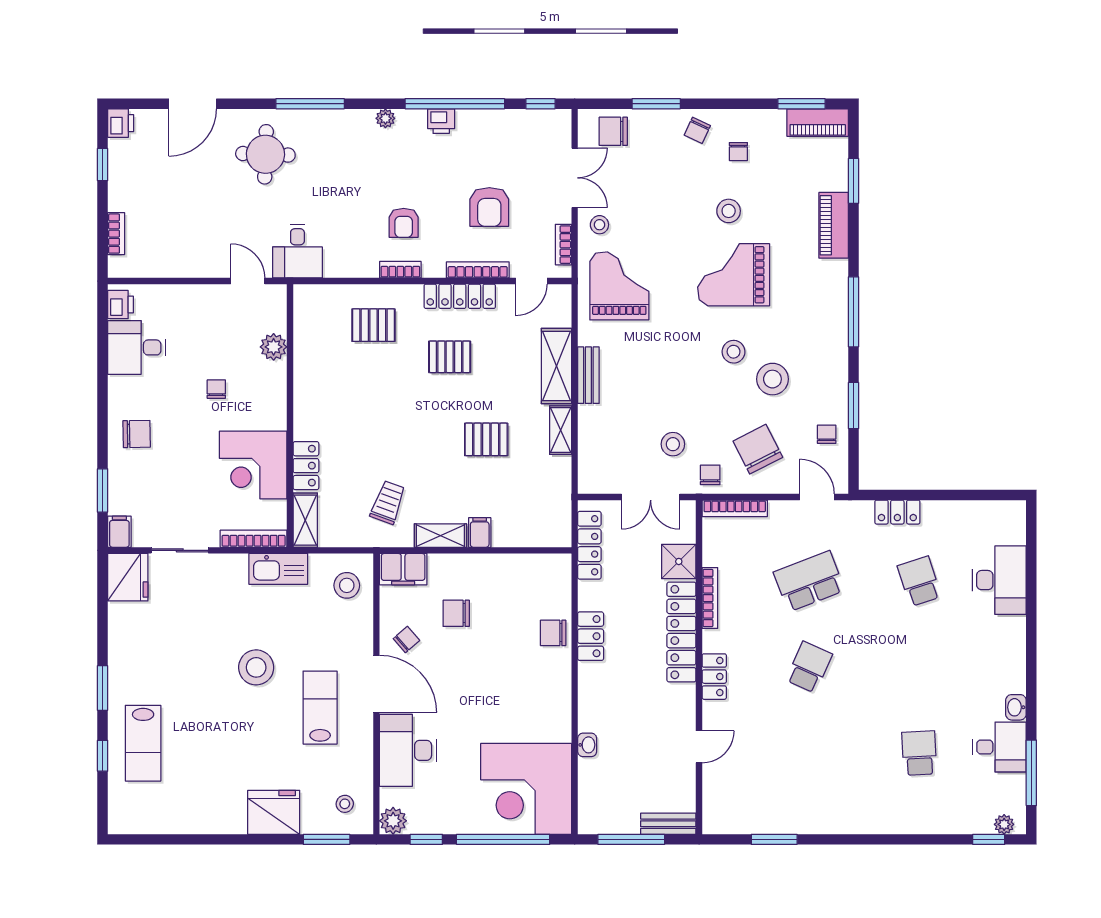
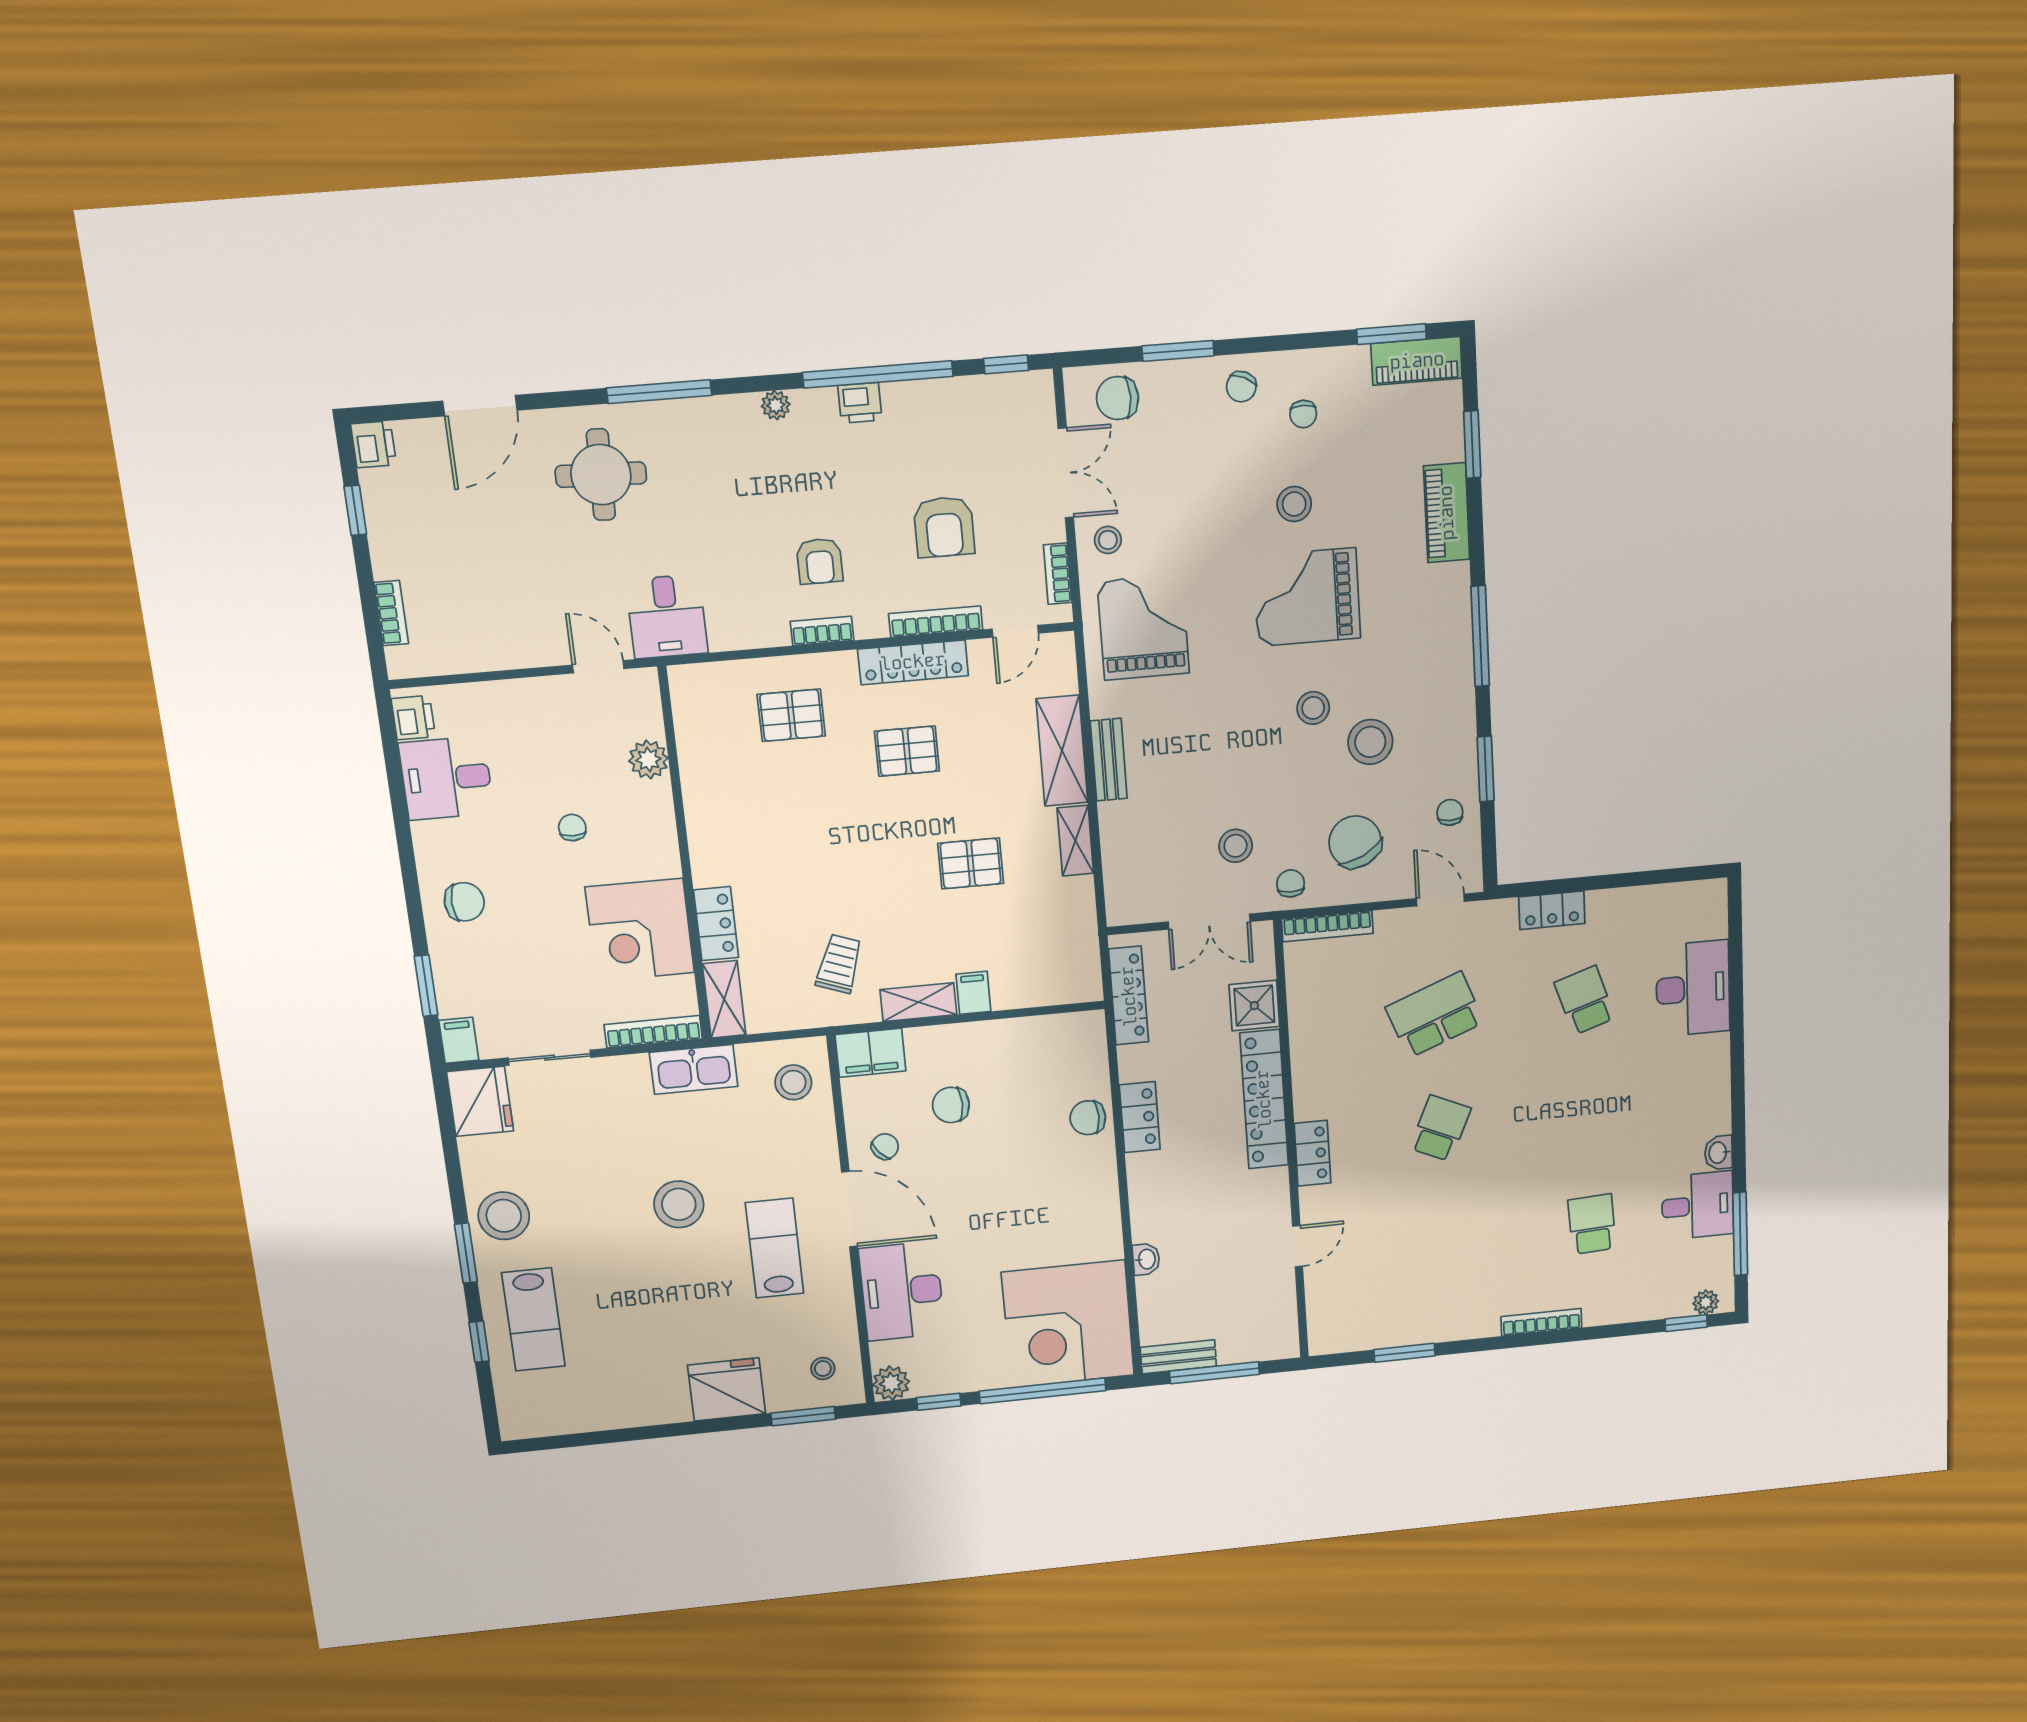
bookcase: (710, 598) -> (1541, 1322), moved, turned -90
stool: (133, 663) -> (504, 1216), added
bench: (668, 824) -> (1178, 1357), moved

